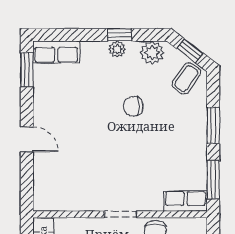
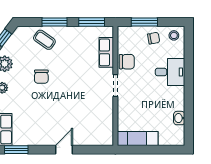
coffee table: (186, 79) -> (44, 40), moved
row of seats: (185, 201) -> (106, 52), moved

